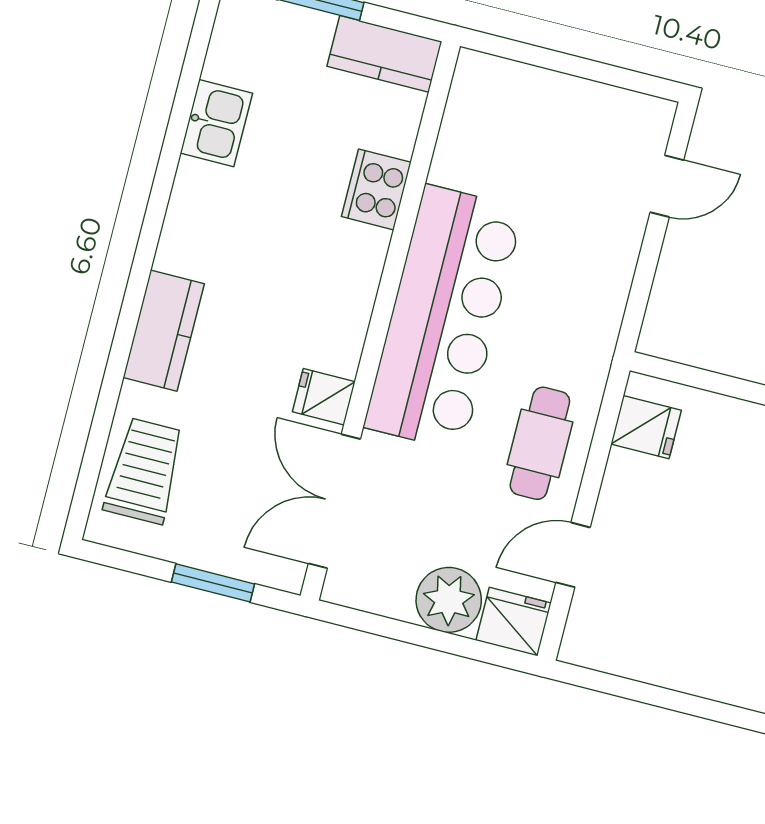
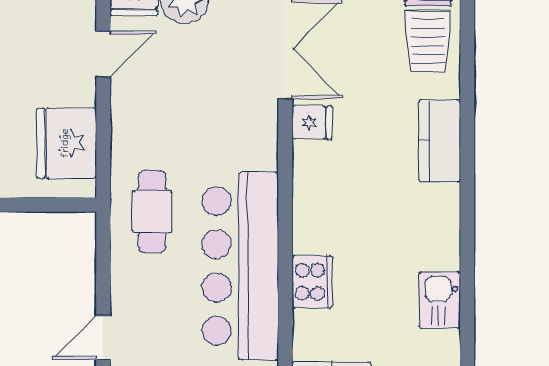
bar counter: (444, 318) -> (240, 266), moved
fridge: (646, 427) -> (66, 143), width x1.88, depth x1.34
cafe table: (540, 443) -> (152, 212), moved

